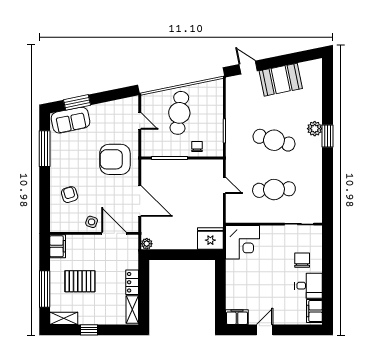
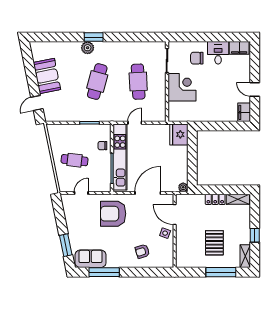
cafe table: (179, 113) -> (75, 160), width x0.73, depth x0.74
sofa: (70, 120) -> (90, 259), moved, turned -78
armchair: (115, 159) -> (113, 214), turned 90
kitchen unit: (183, 168) -> (120, 157), added
door: (114, 233) -> (175, 215), hinge flipped
corner desk: (243, 242) -> (182, 87), moved
filing cabinet: (58, 246) -> (185, 261), removed

